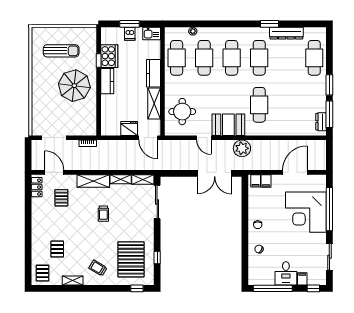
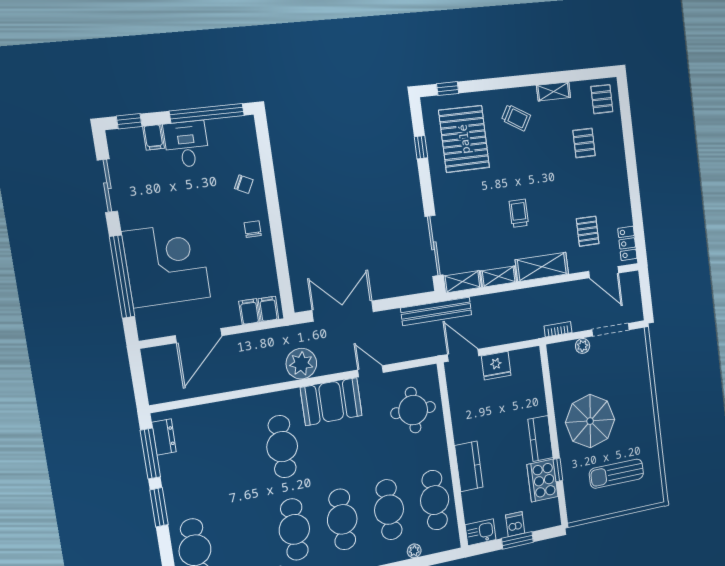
shelving: (154, 103) -> (461, 415), removed
plant: (73, 131) -> (583, 346), added
bench: (161, 165) -> (436, 311), added

